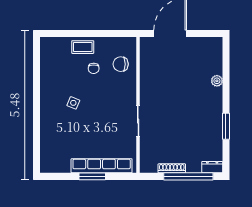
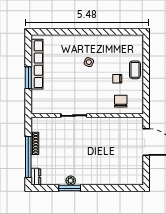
plant: (217, 81) -> (71, 181), moved
row of seats: (102, 166) -> (37, 64), moved

